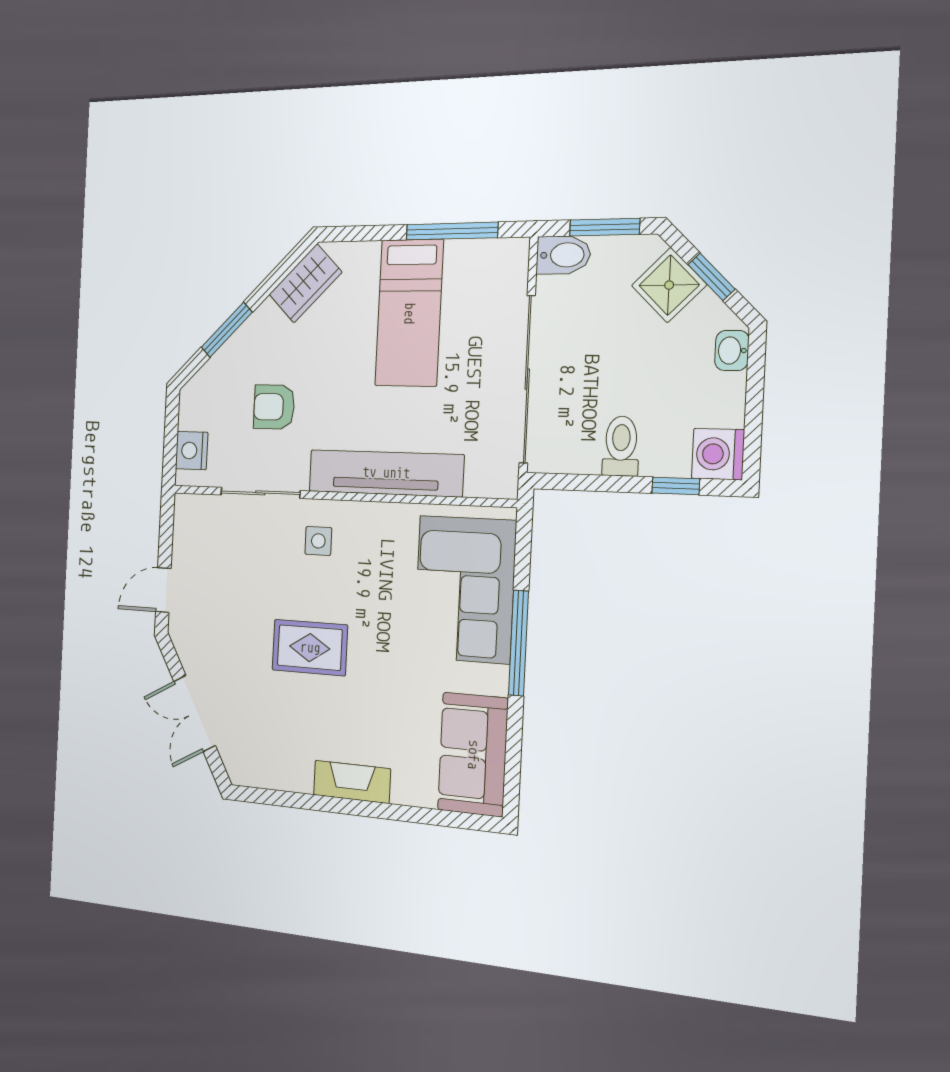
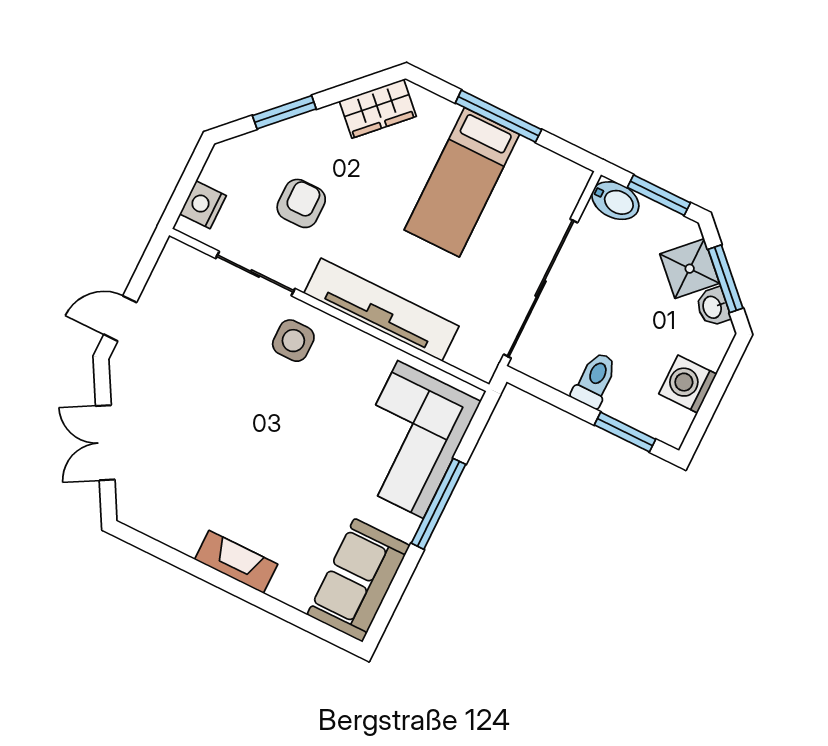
window: (452, 231) -> (498, 116), moved
window: (711, 277) -> (725, 279), width x1.50
washbasin: (732, 350) -> (713, 307), moved, turned -45
armchair: (274, 407) -> (301, 203), turned 90
washing machine: (718, 454) -> (688, 384), moved
window: (676, 486) -> (625, 432), width x1.50
side table: (318, 541) -> (293, 341), width x1.37, depth x1.37
rug: (310, 648) -> (245, 430), removed

